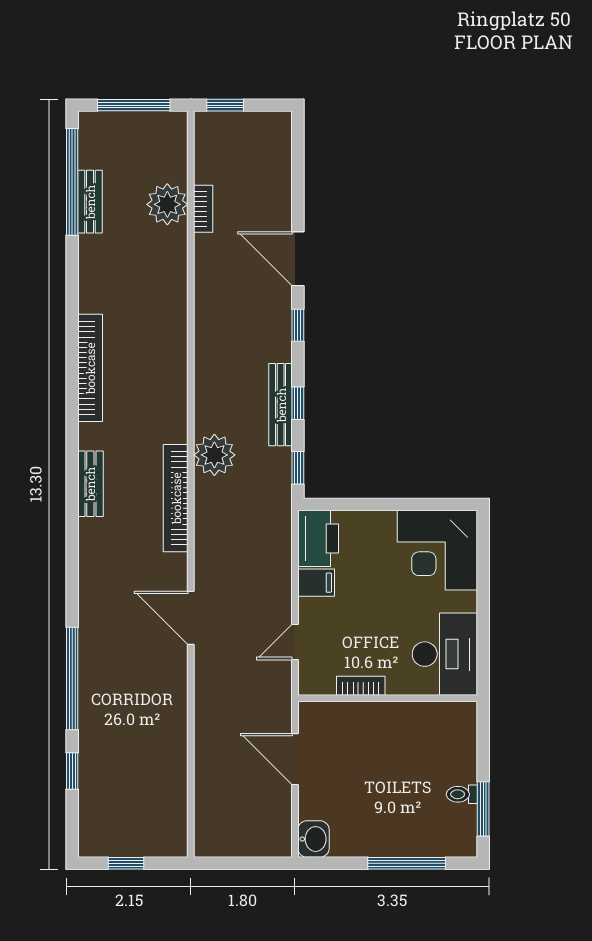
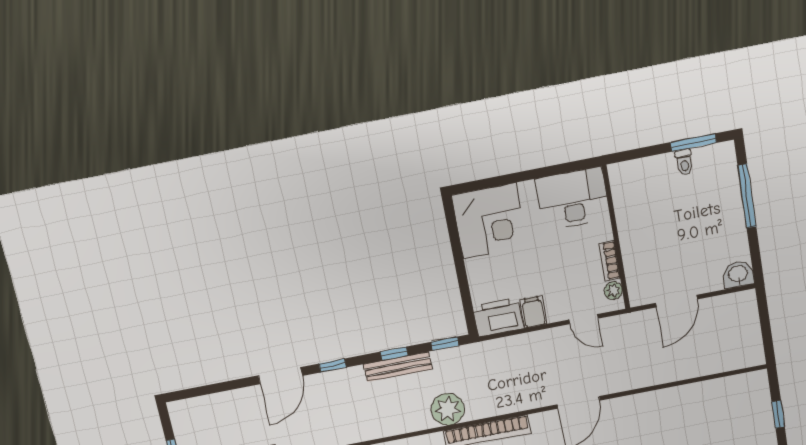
plant: (323, 684) -> (613, 290), added

